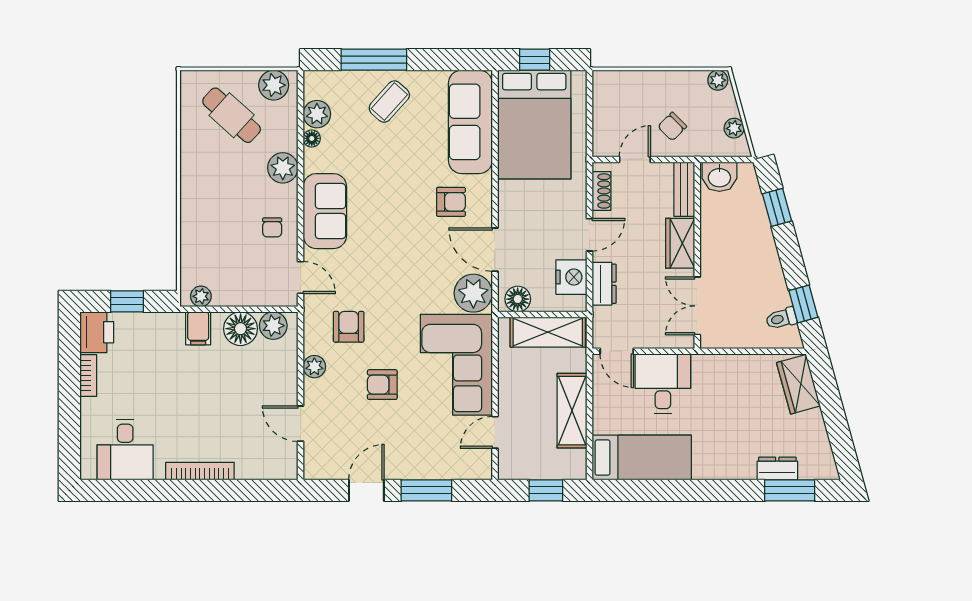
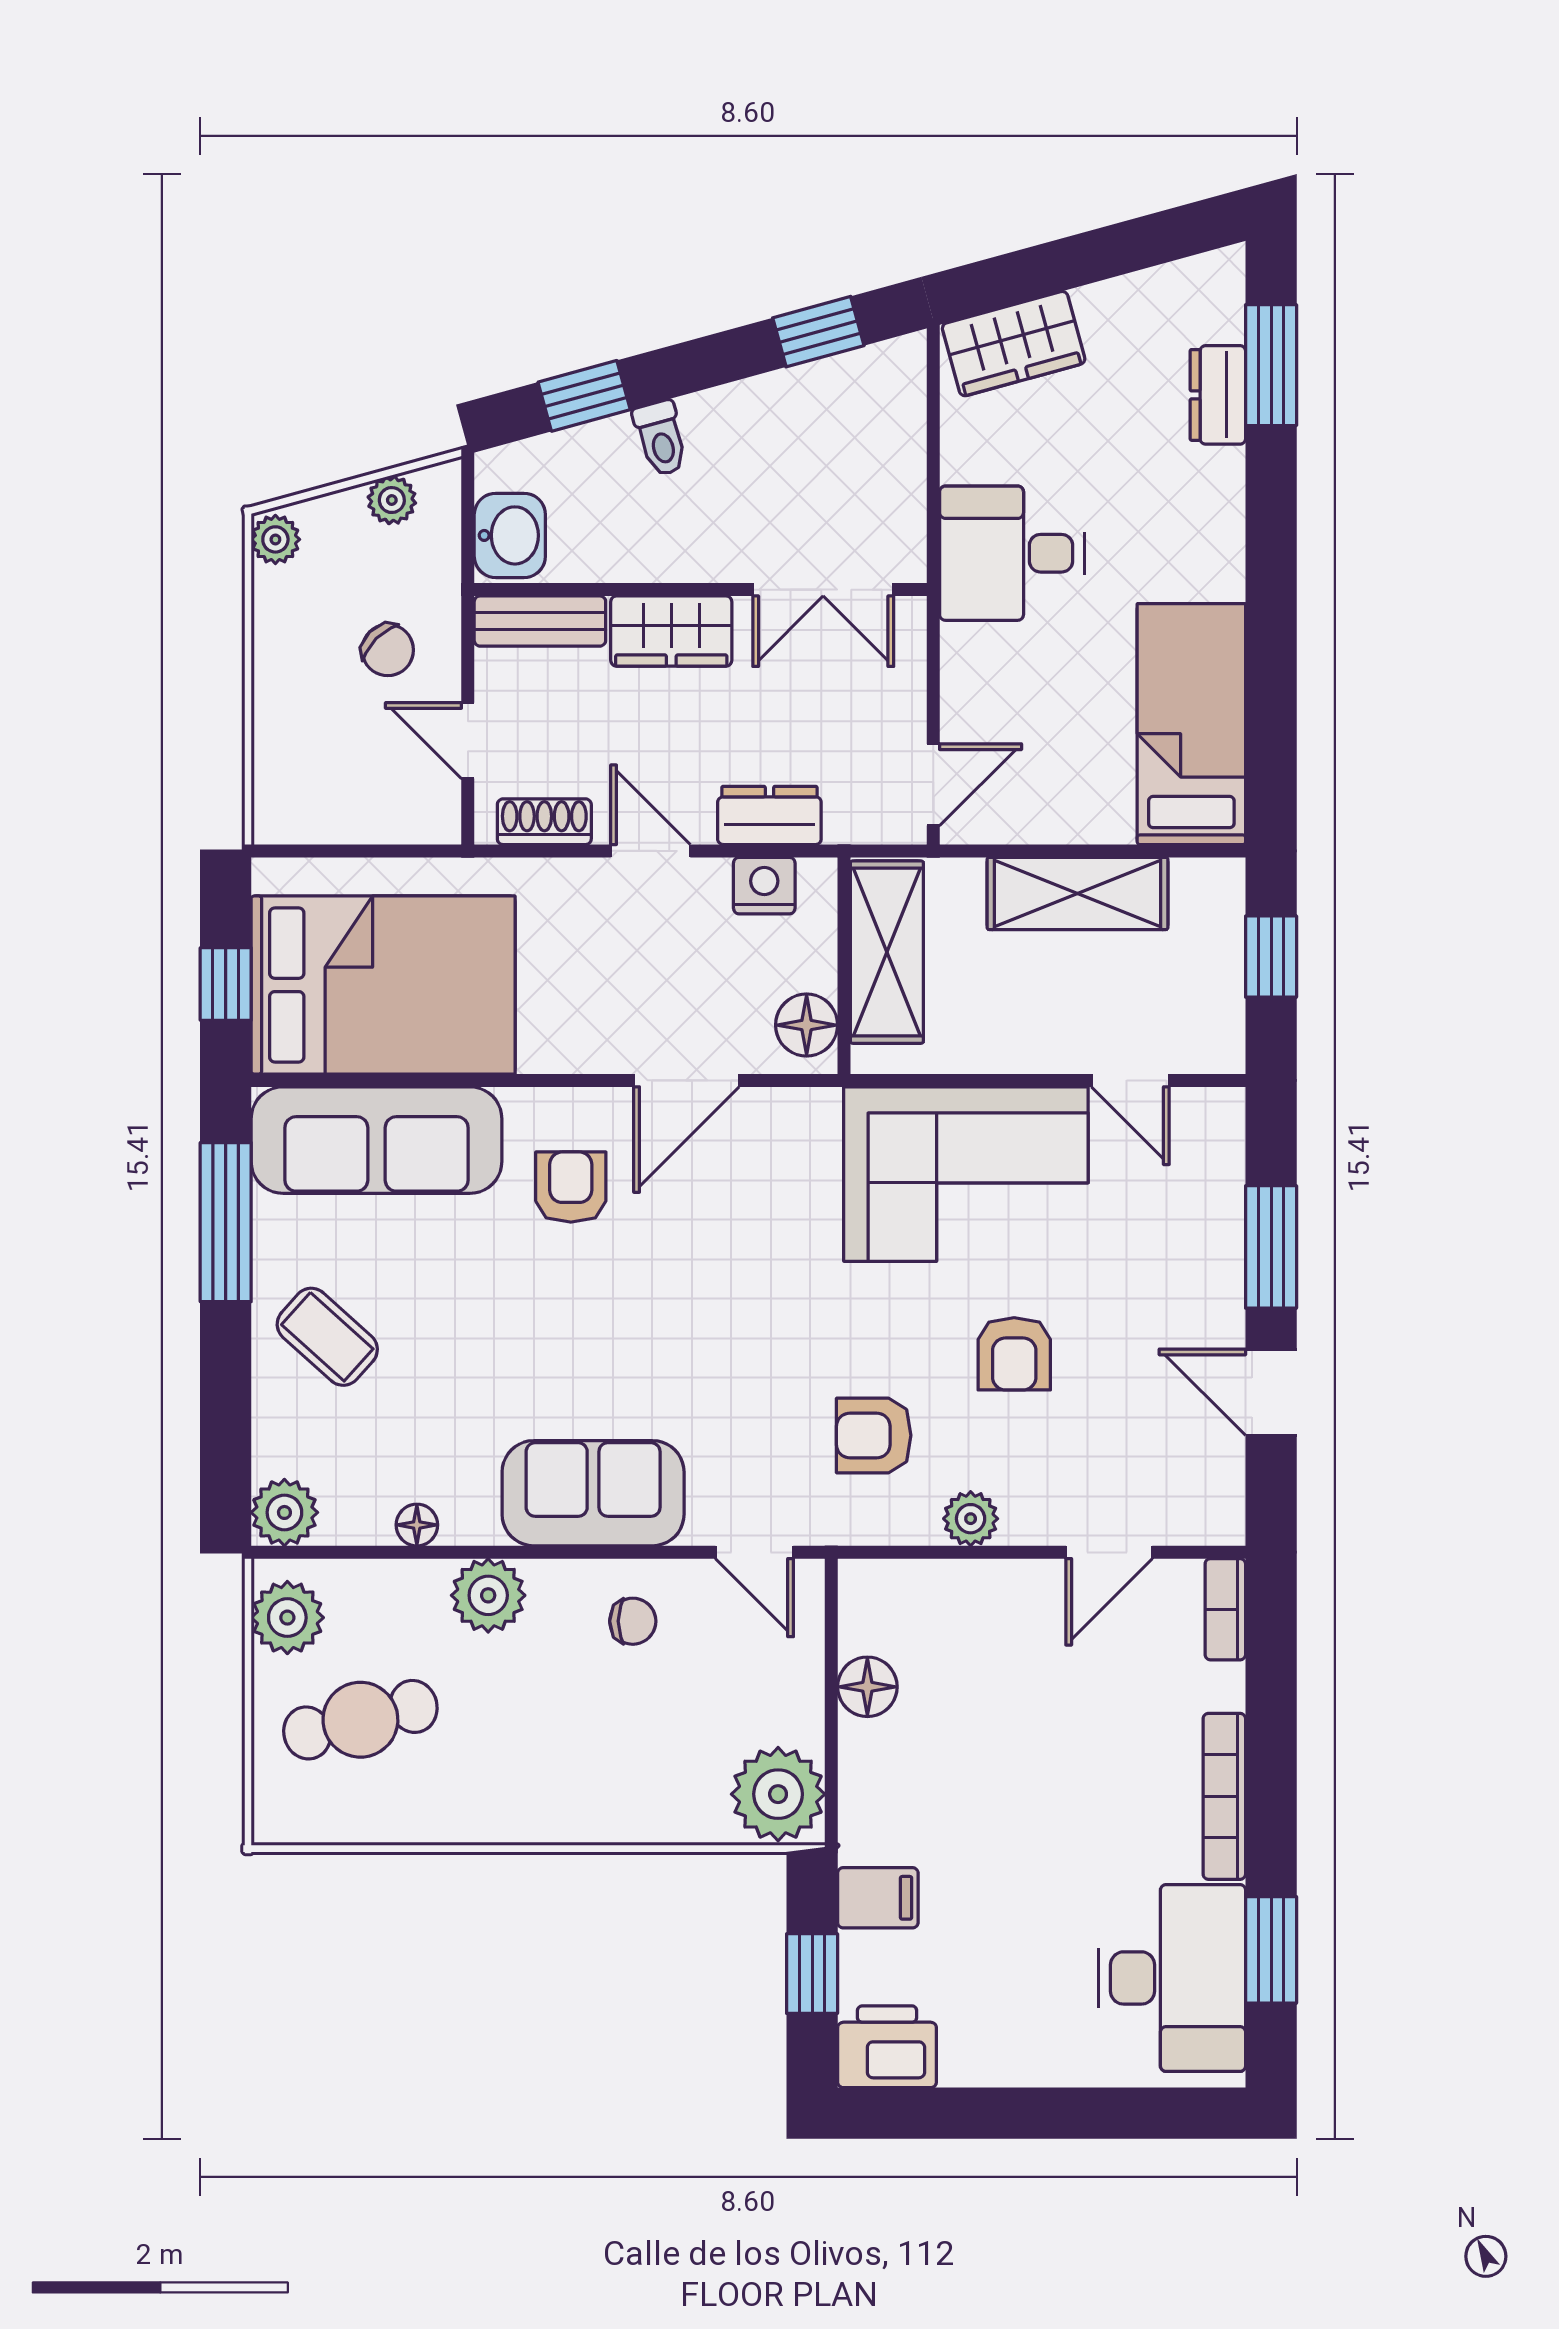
window: (374, 60) -> (226, 1222), moved
plant: (317, 114) -> (284, 1512), moved
cafe table: (232, 115) -> (360, 1720), turned 34
nightstand: (571, 277) -> (764, 886), width x0.74, depth x0.75
door: (301, 278) -> (754, 1552), swing flipped
plant: (473, 293) -> (792, 1133), removed
plant: (201, 296) -> (778, 1794), width x1.88, depth x1.88
toilet: (781, 318) -> (661, 438), moved
plant: (273, 326) -> (871, 1618), removed
filing cabinet: (198, 328) -> (878, 1898), moved
floor lamp: (241, 329) -> (867, 1687), width x0.73, depth x0.73
bookcase: (88, 376) -> (1225, 1609), moved, turned -90
desk: (663, 384) -> (1012, 553), moved
desk: (125, 450) -> (1172, 1978), width x1.37
window: (137, 490) -> (1271, 1950), added

